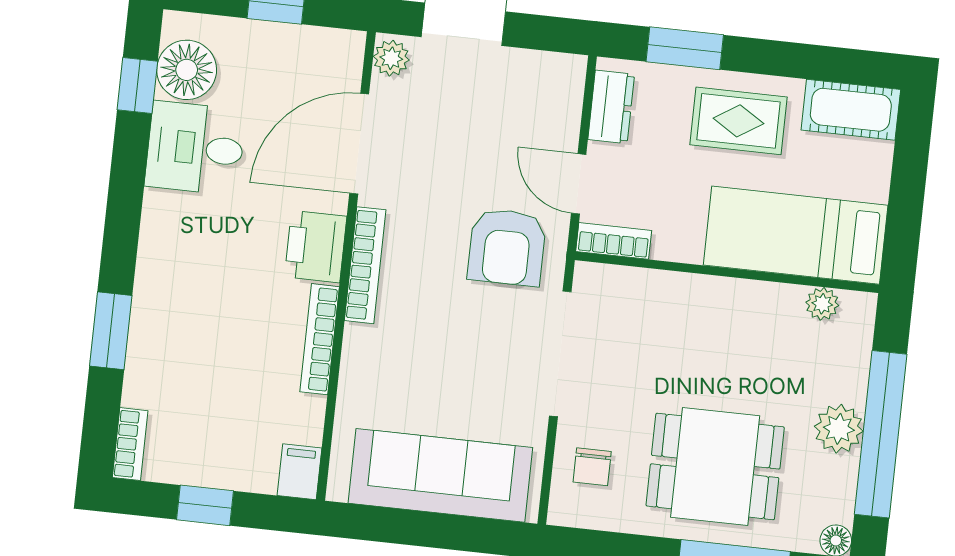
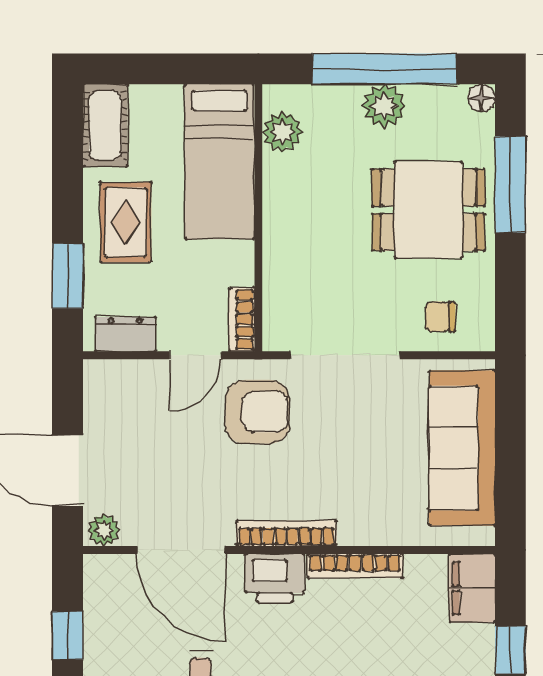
plant: (822, 304) -> (282, 132), width x1.38, depth x1.38
dining table: (715, 466) -> (428, 210), turned 90
chair: (592, 467) -> (440, 317), turned 180
filing cabinet: (299, 472) -> (472, 588), width x2.00

